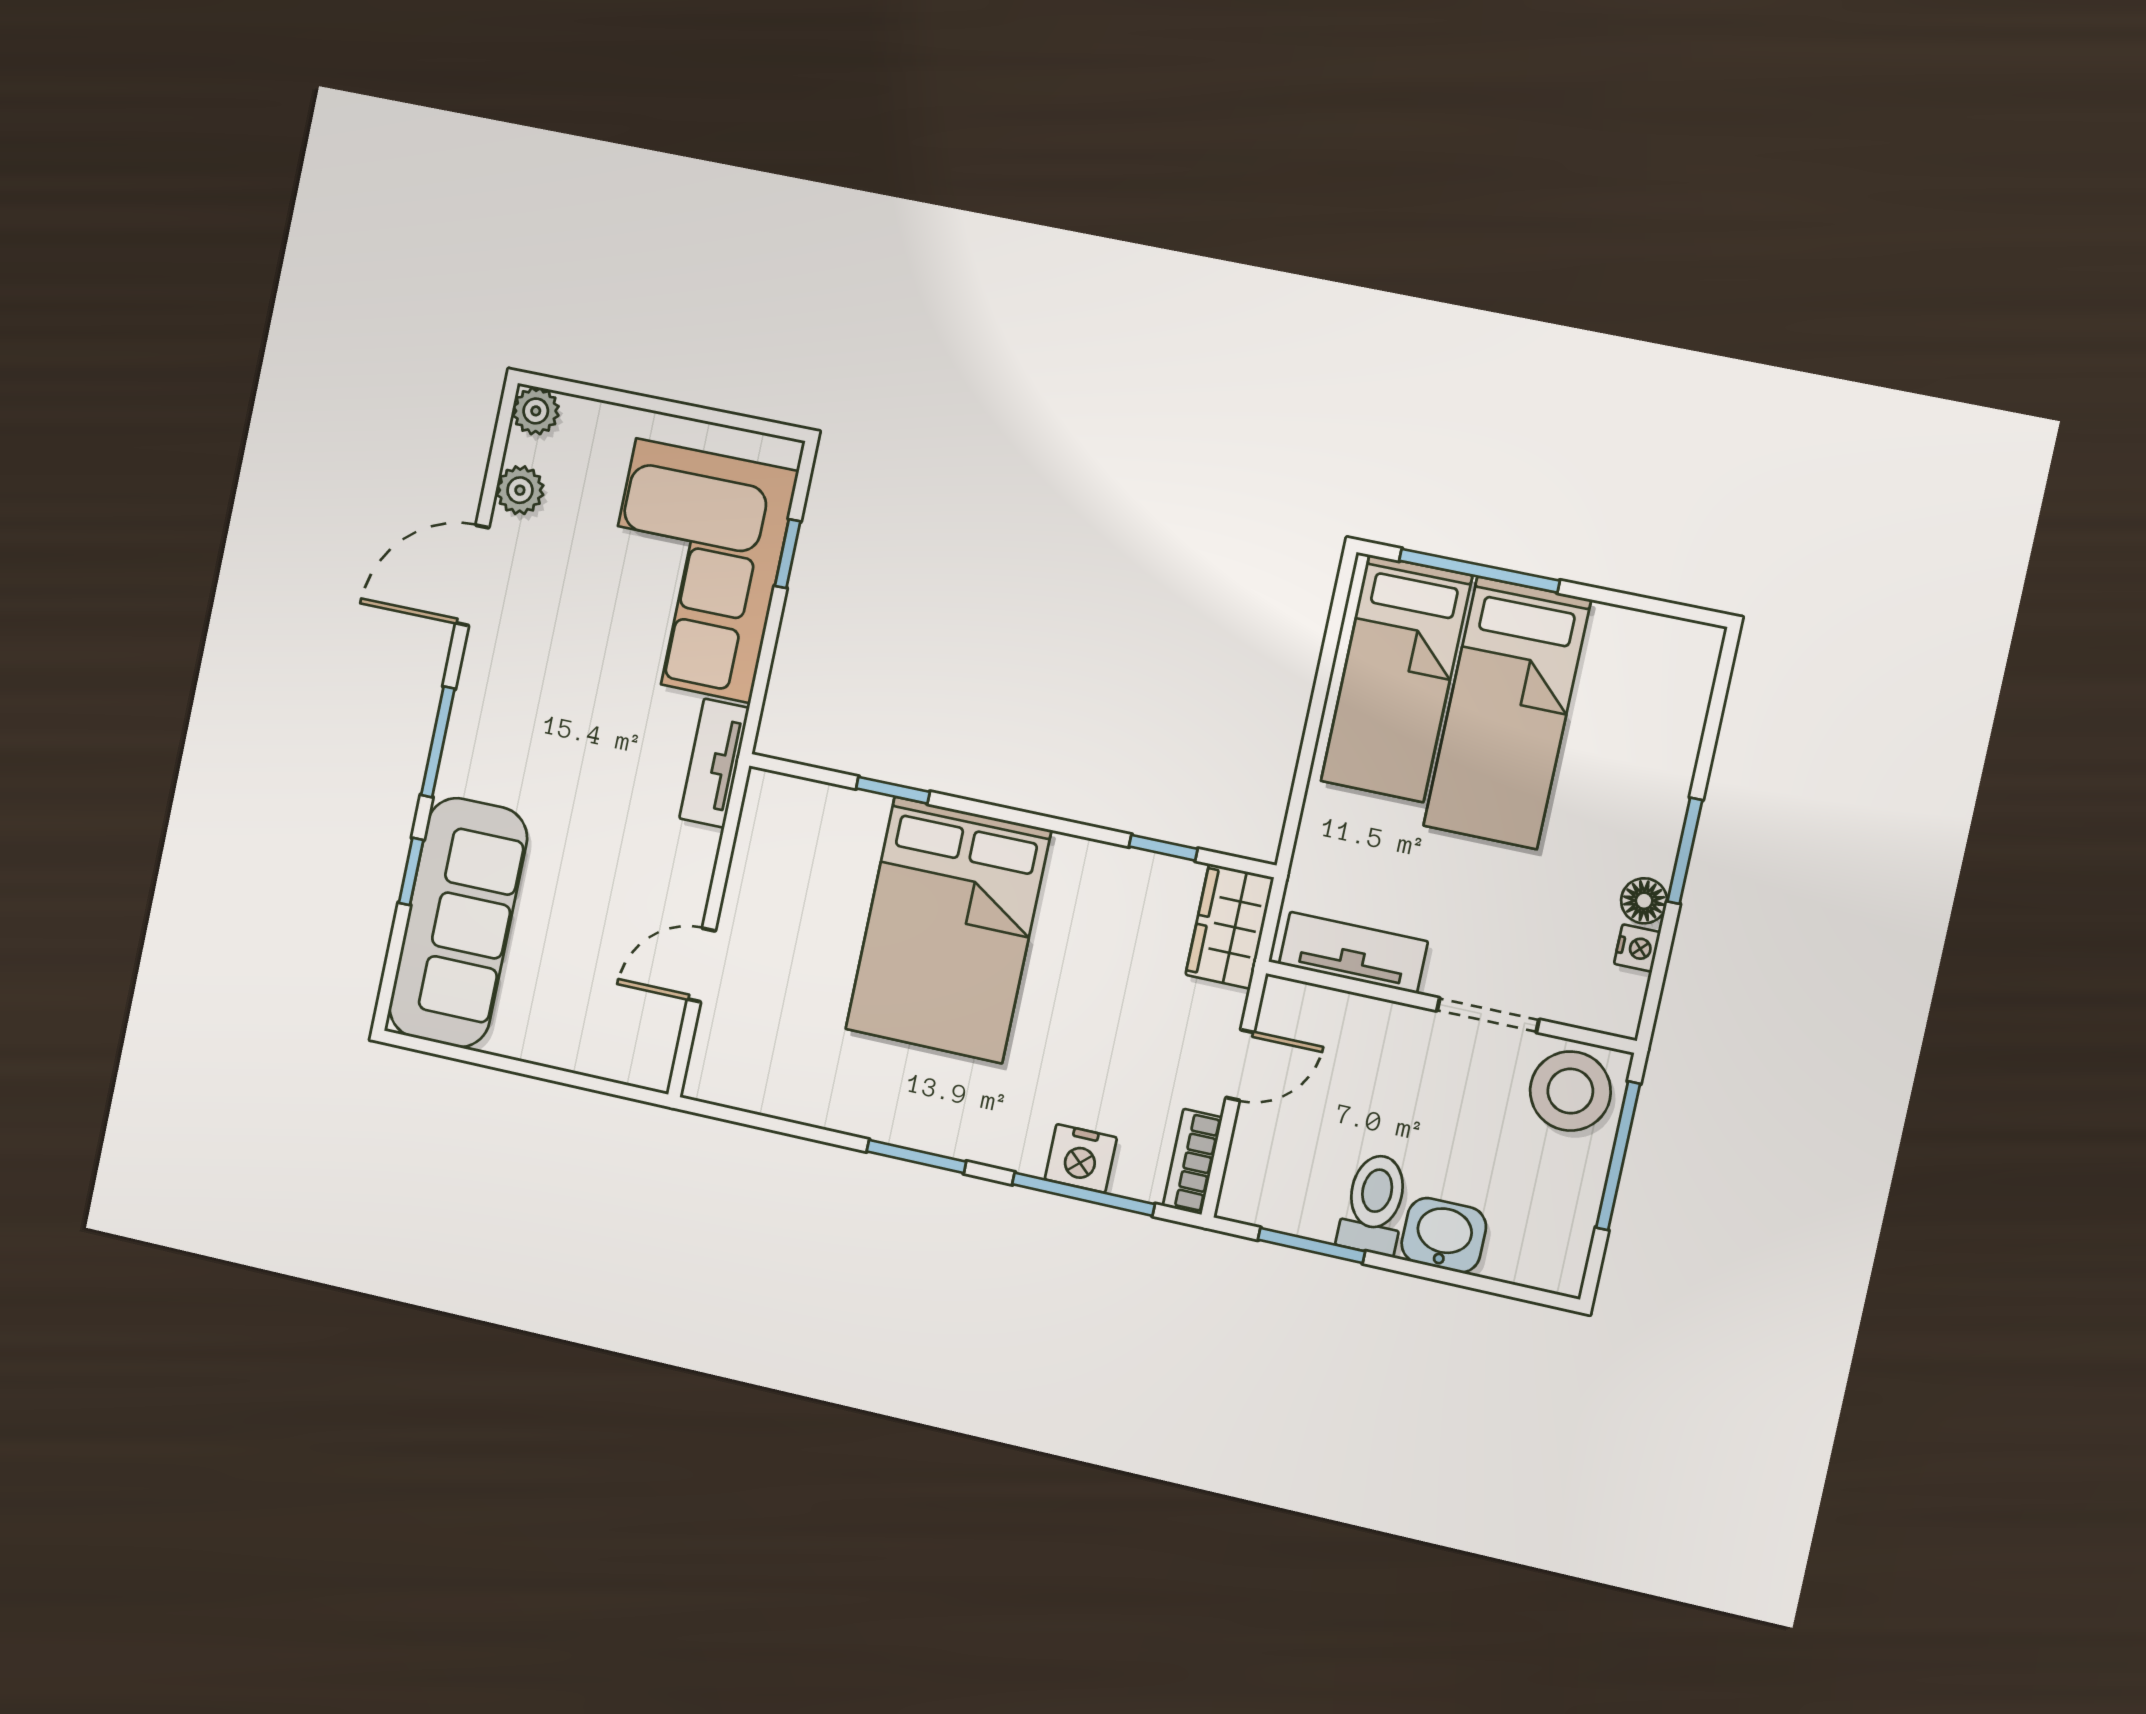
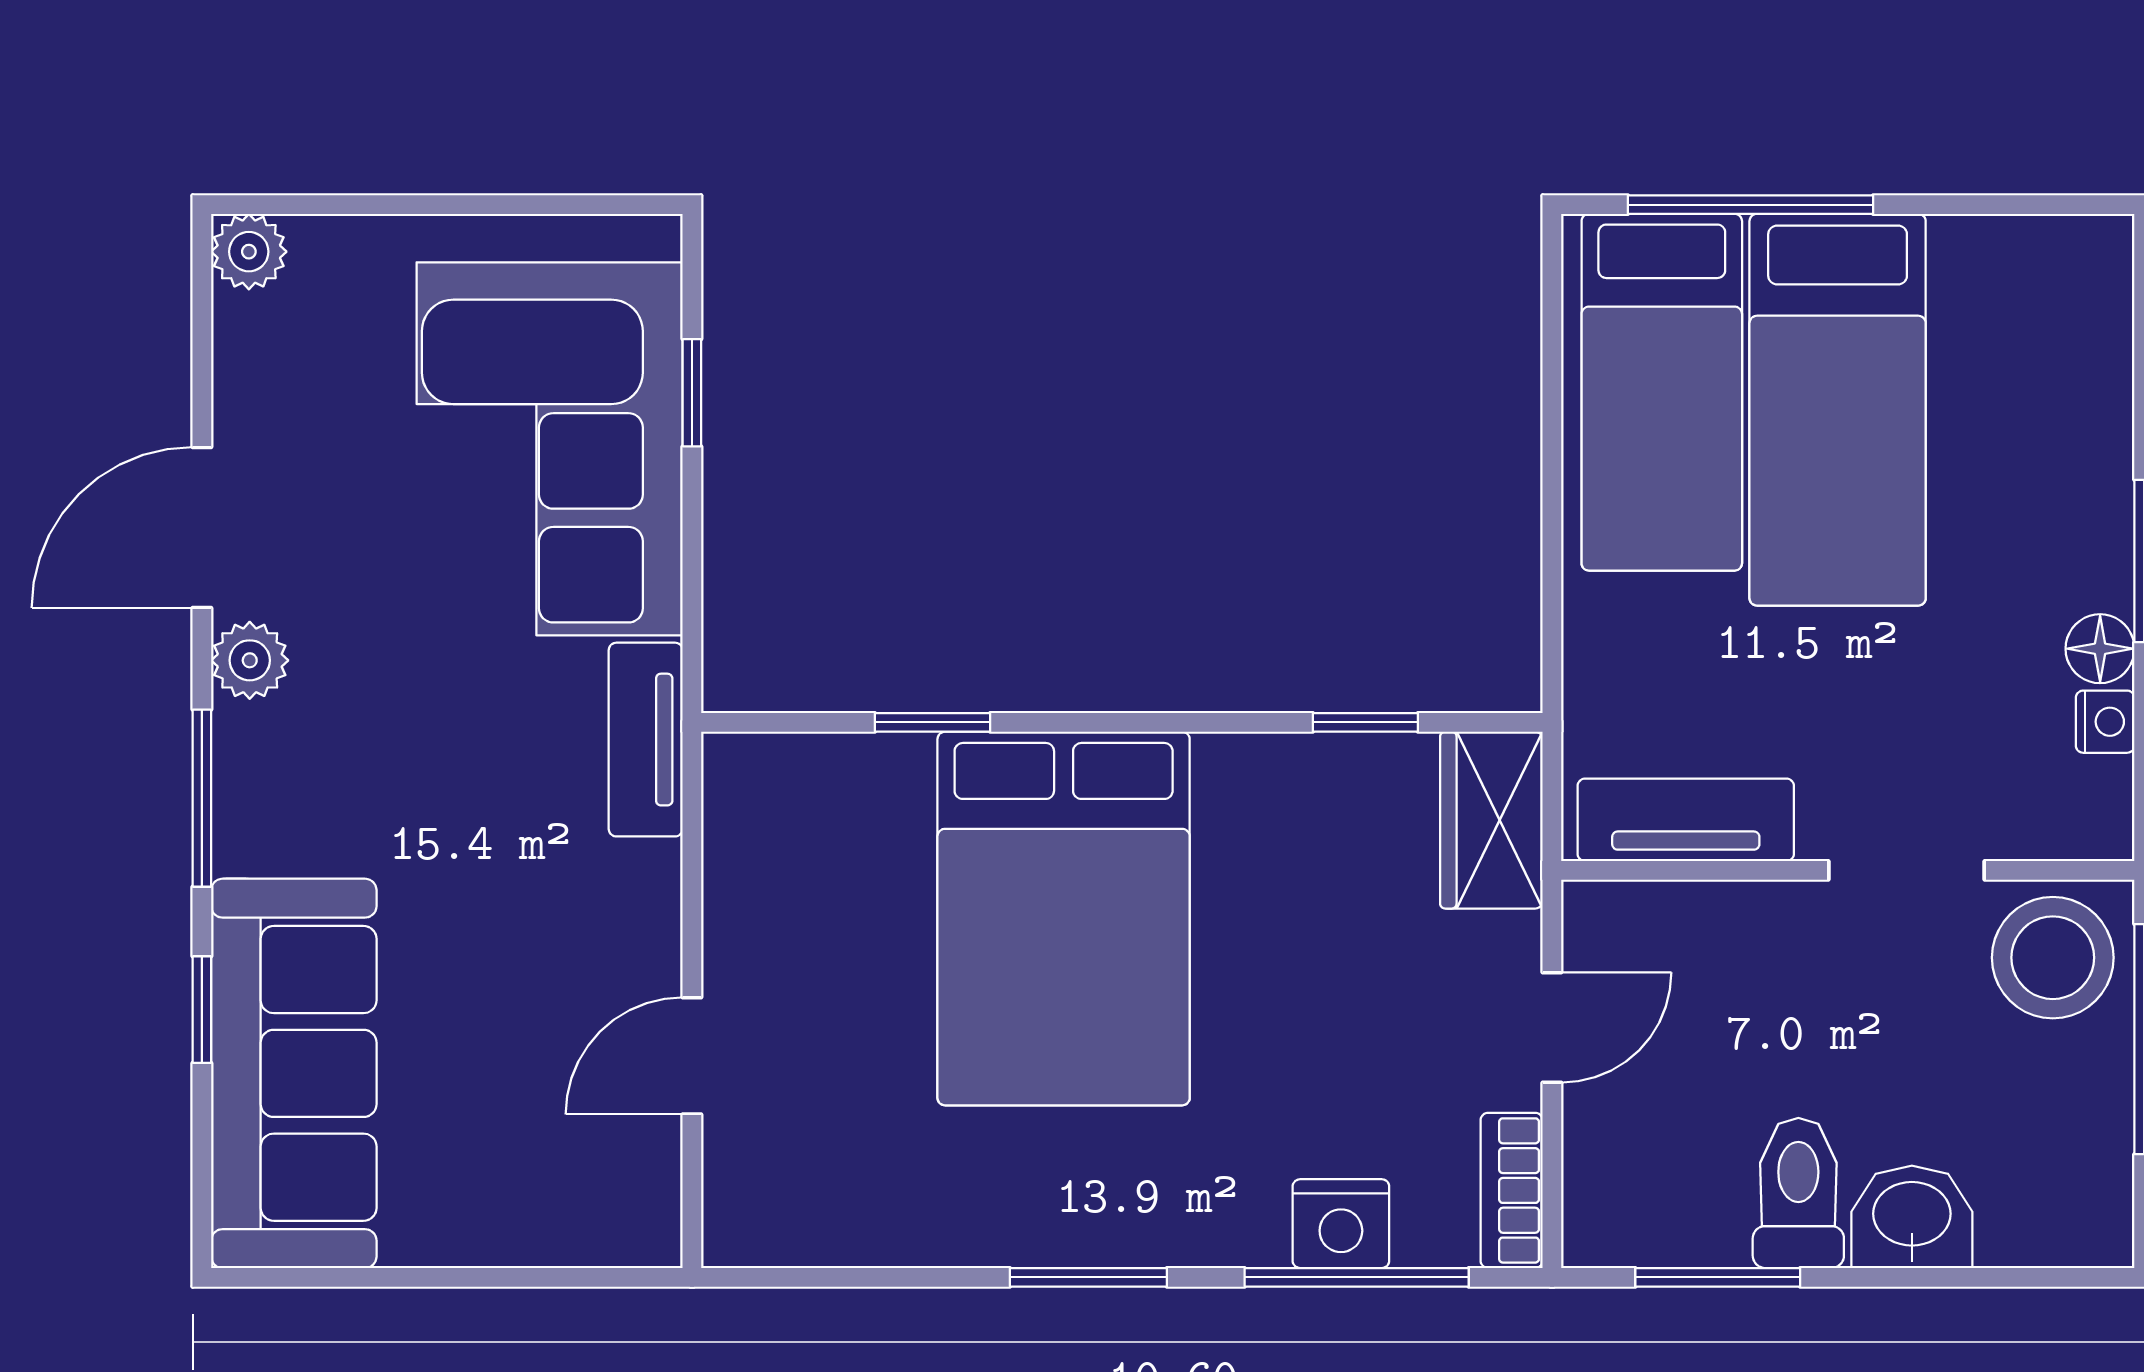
plant: (520, 490) -> (250, 660), moved

